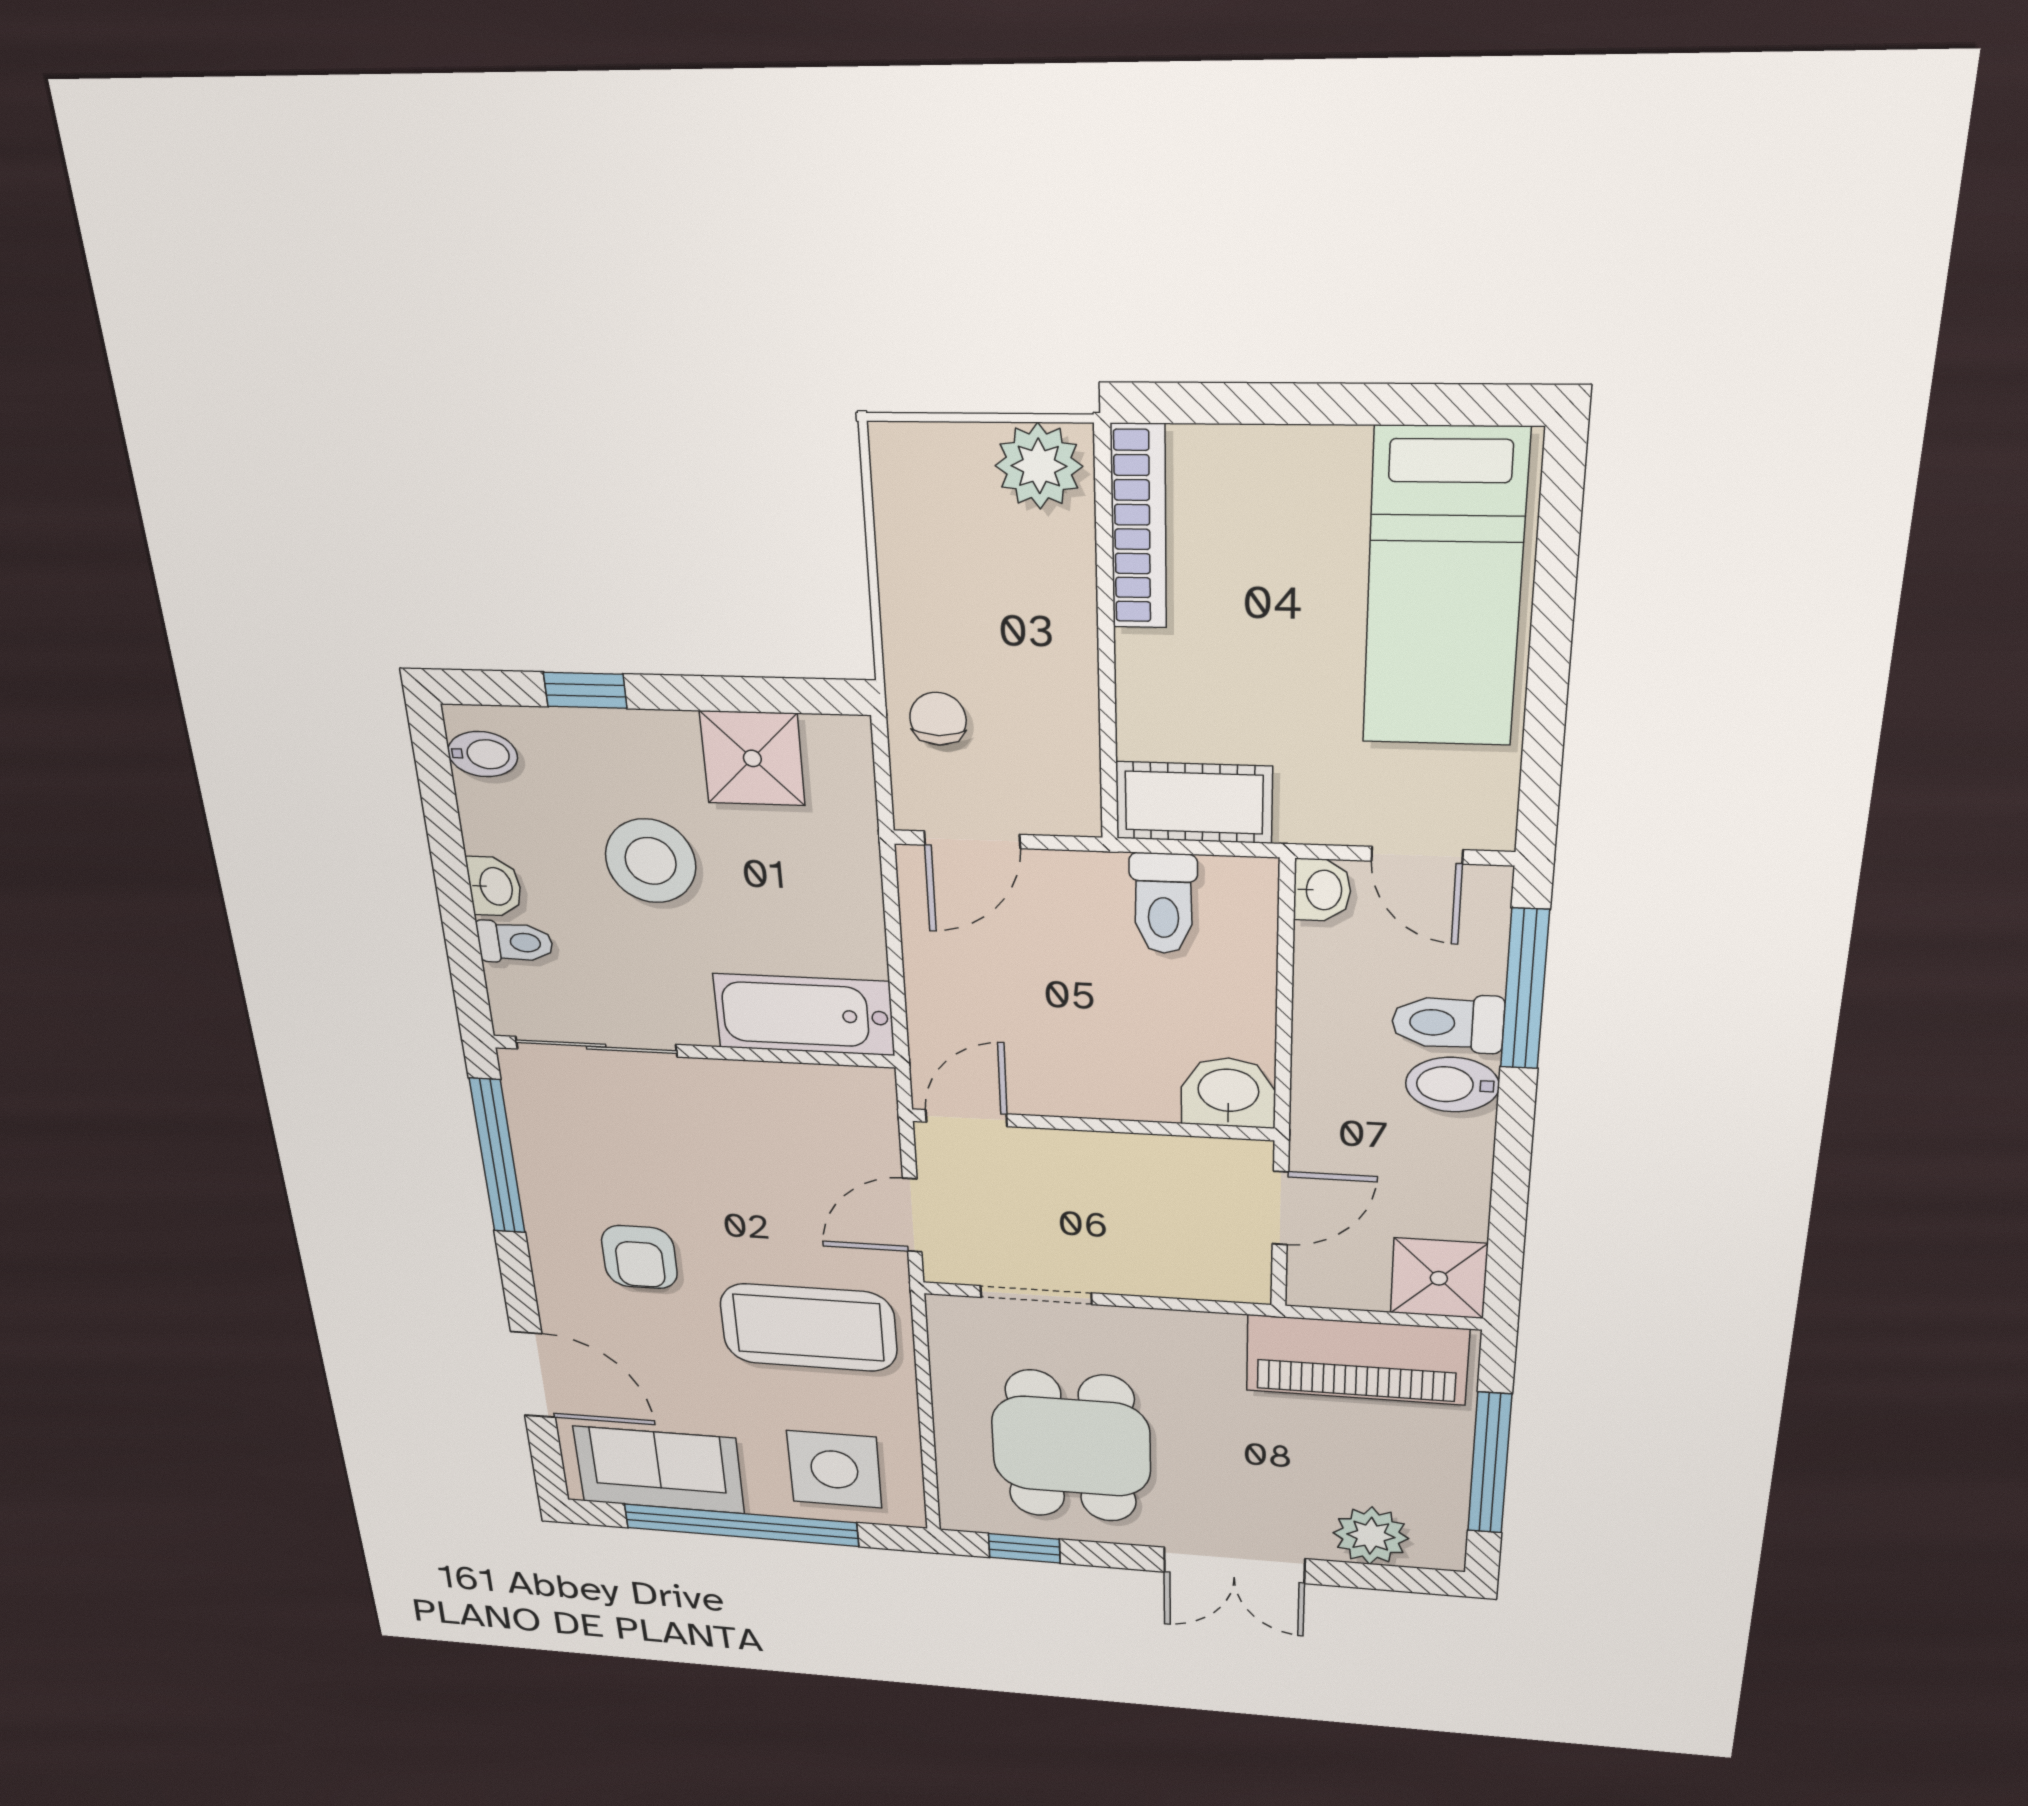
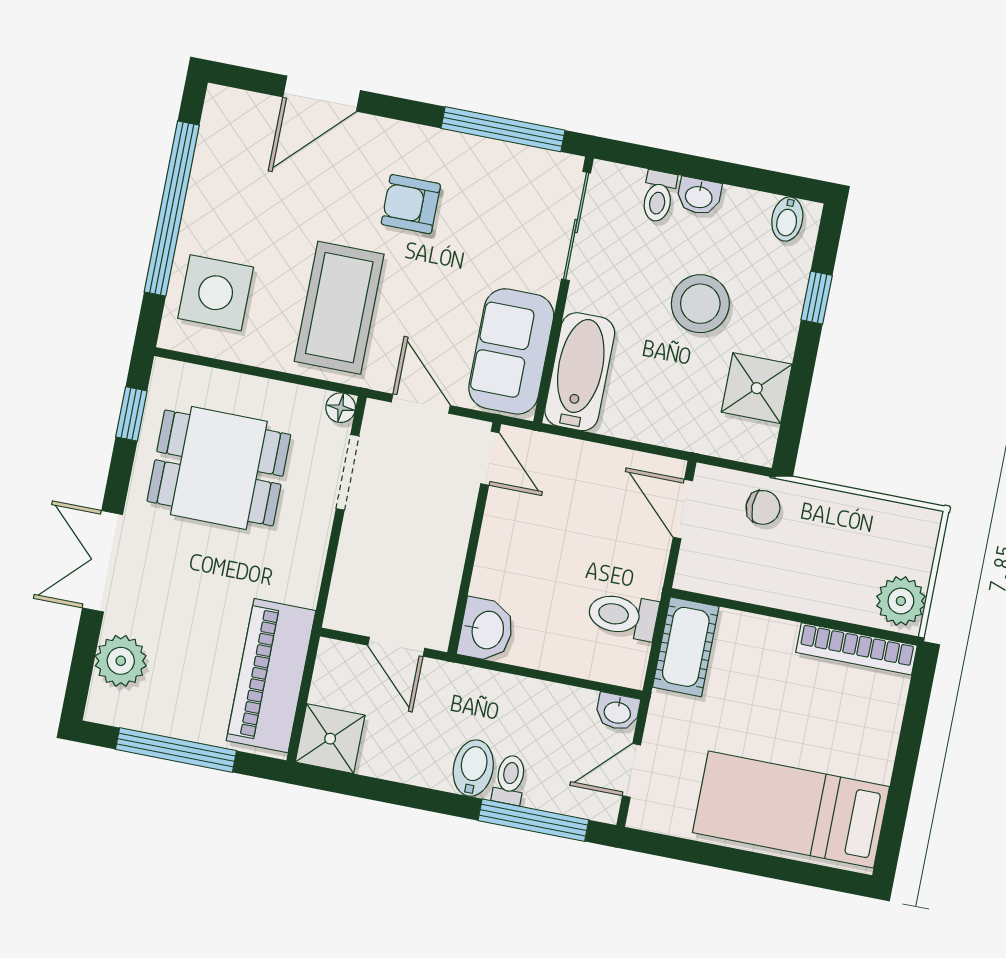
toilet: (1448, 1023) -> (510, 780), width x0.73, depth x0.72
floor lamp: (947, 1312) -> (341, 408), added
sofa: (659, 1470) -> (511, 351), moved, turned 180

